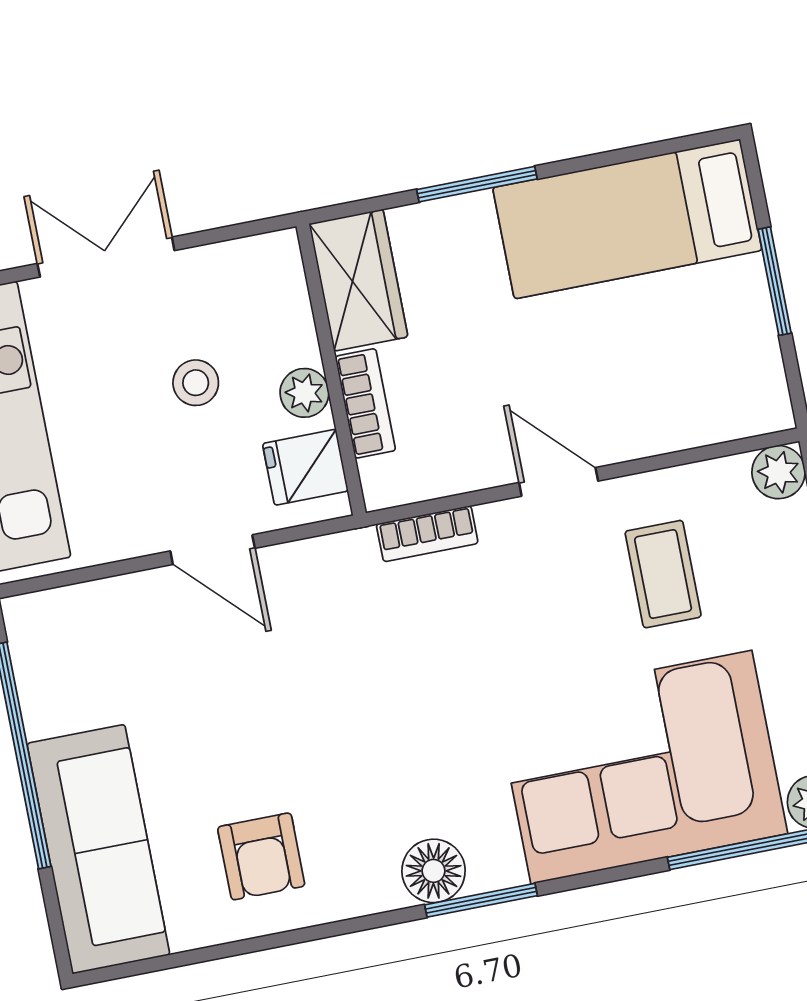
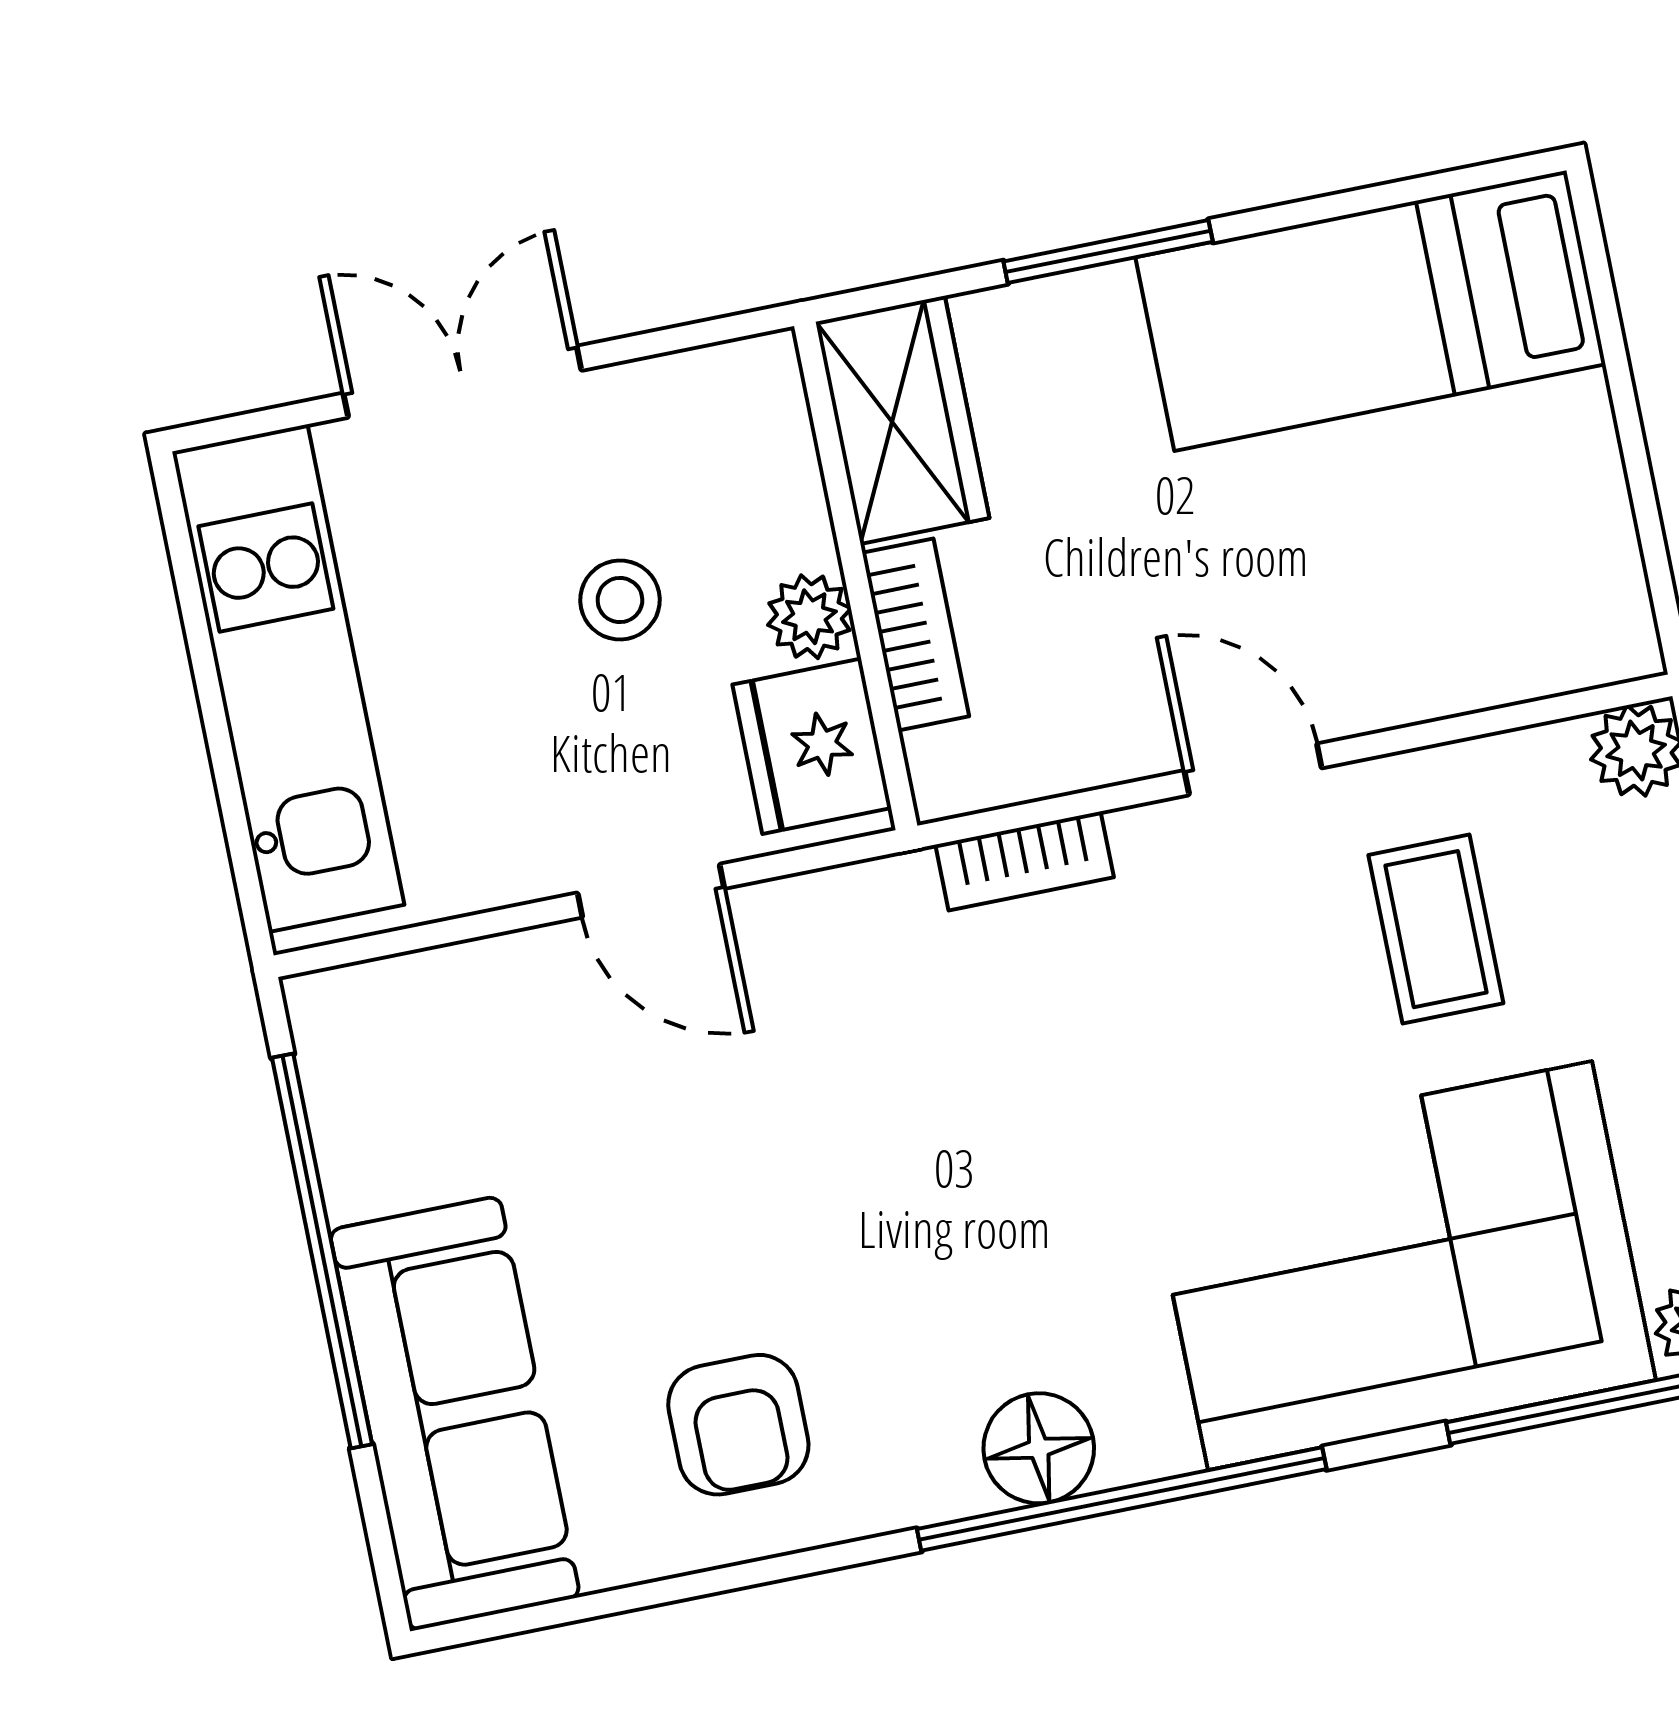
window: (775, 281) -> (1628, 418), removed
fridge: (305, 467) -> (812, 746), width x1.38
window: (481, 900) -> (1122, 1499), width x2.11

